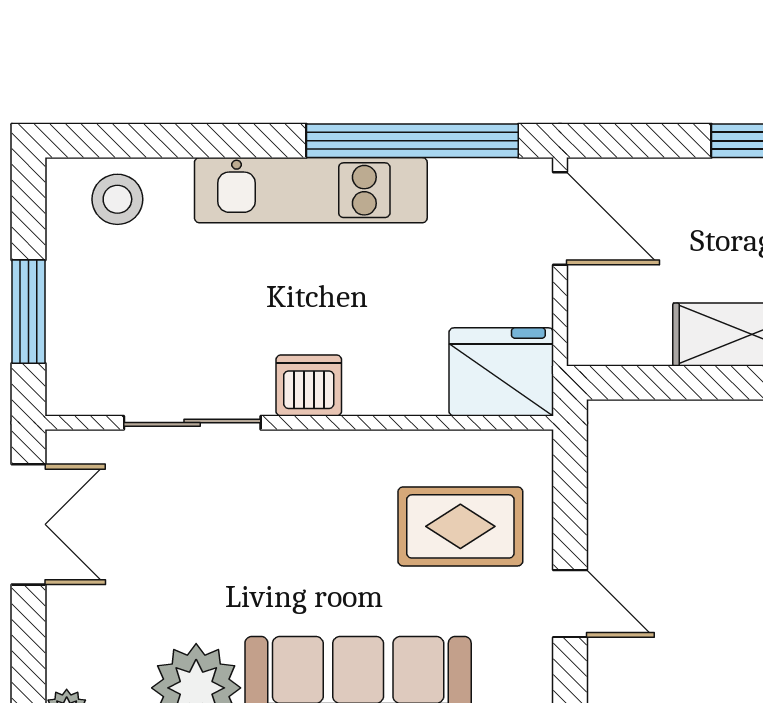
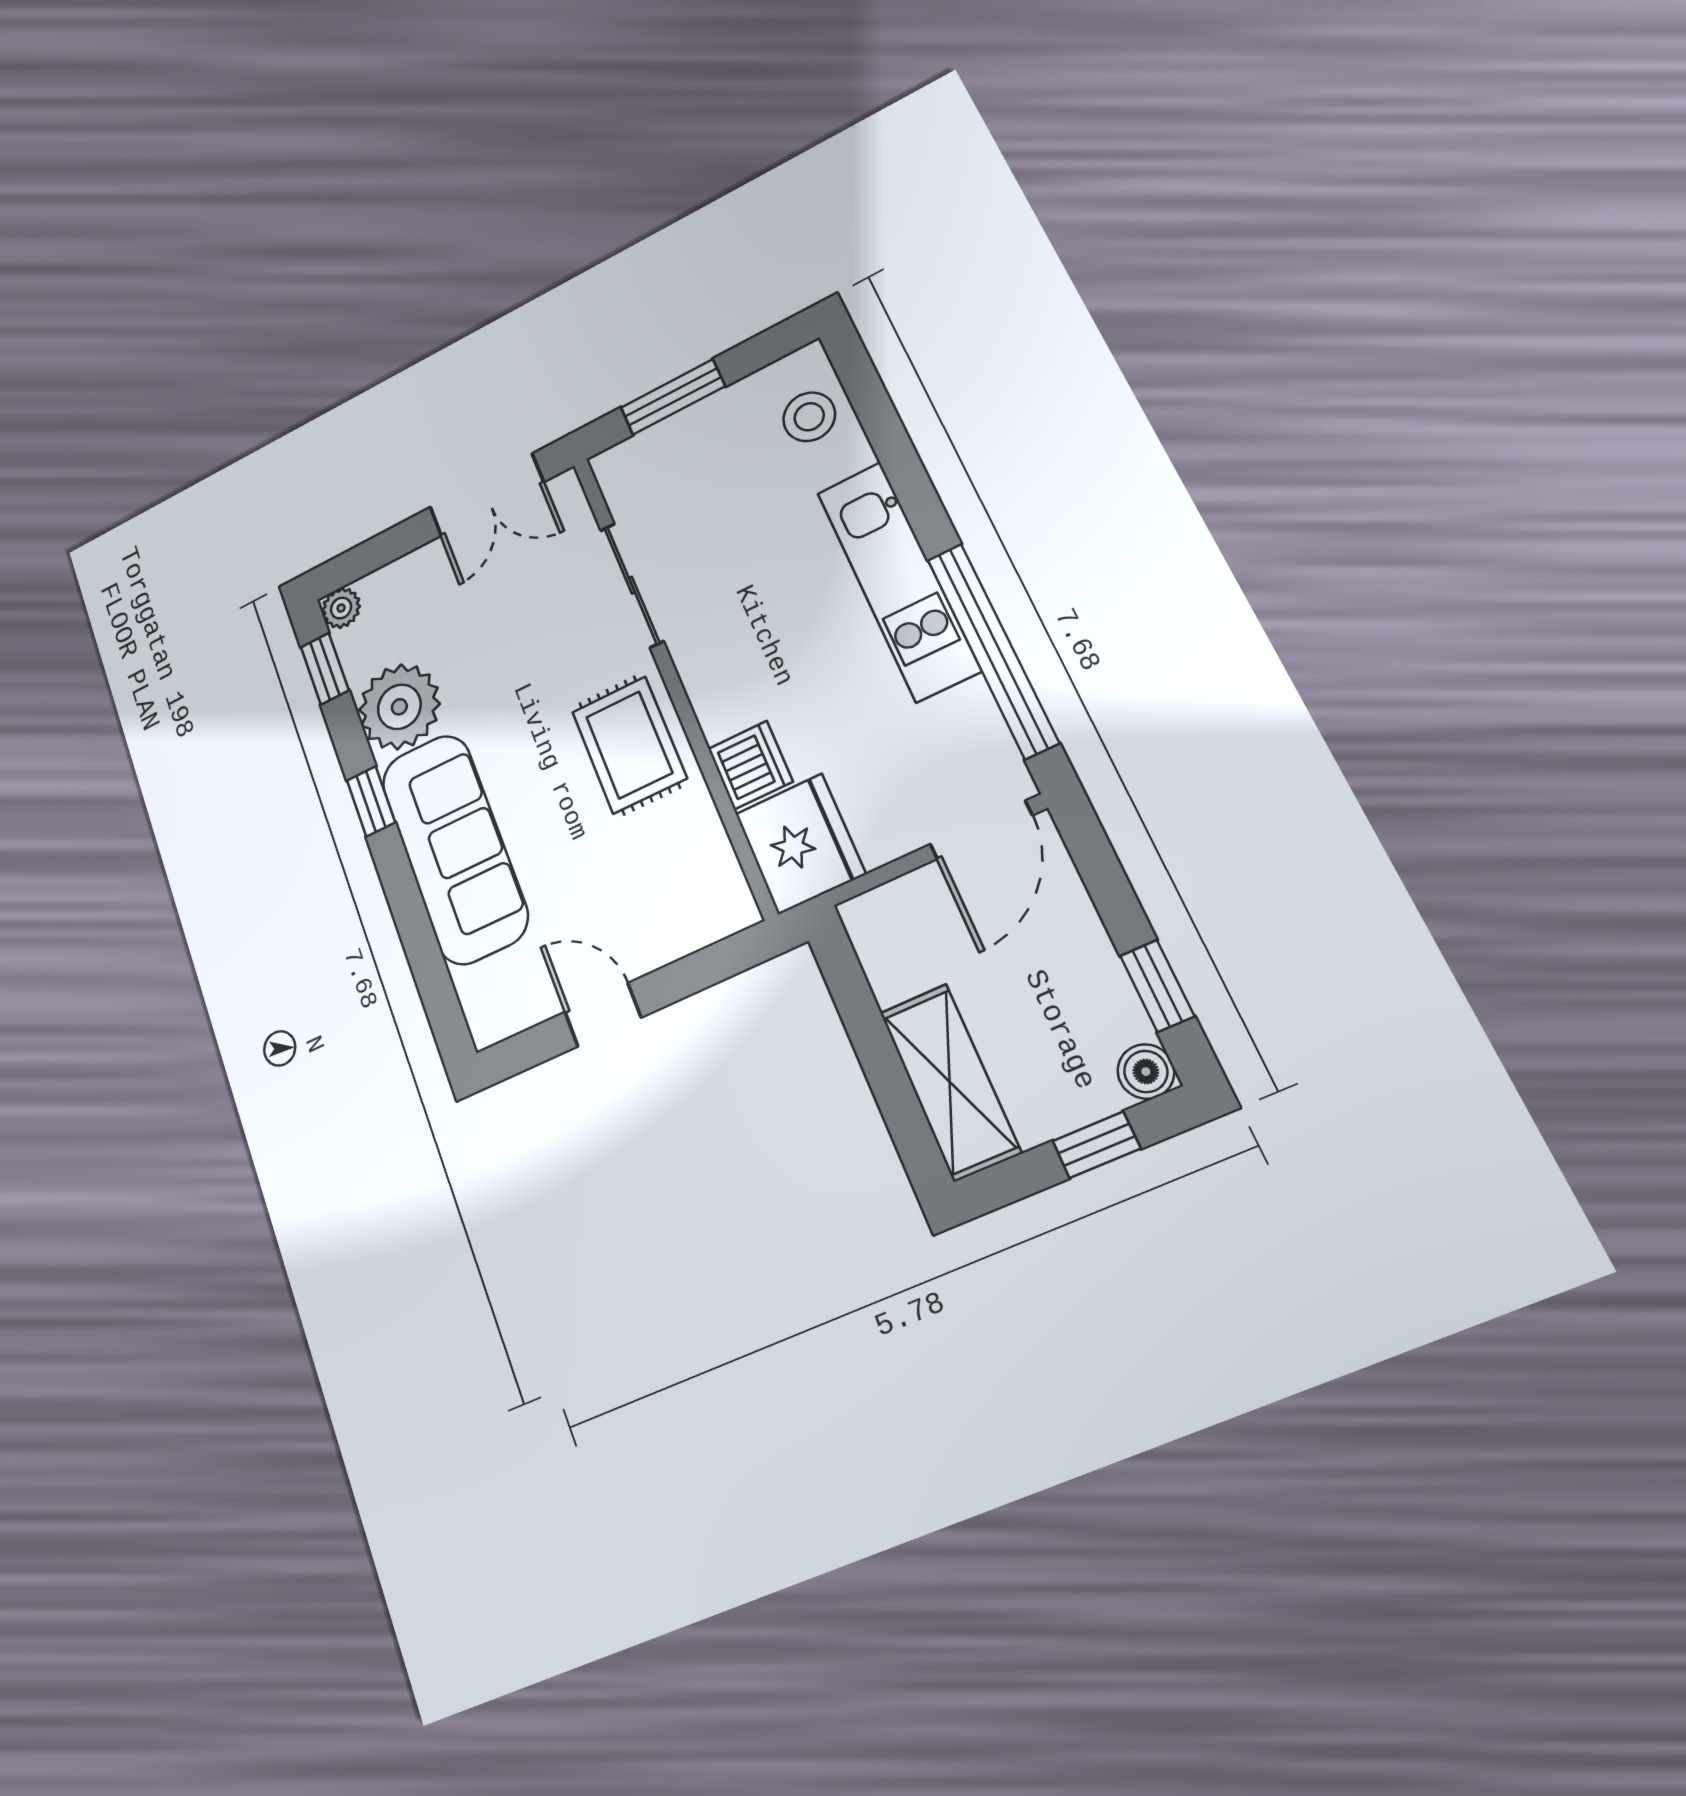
dishwasher: (309, 385) -> (750, 765), moved
rug: (460, 526) -> (629, 745), moved
door: (570, 604) -> (603, 1015), swing flipped

